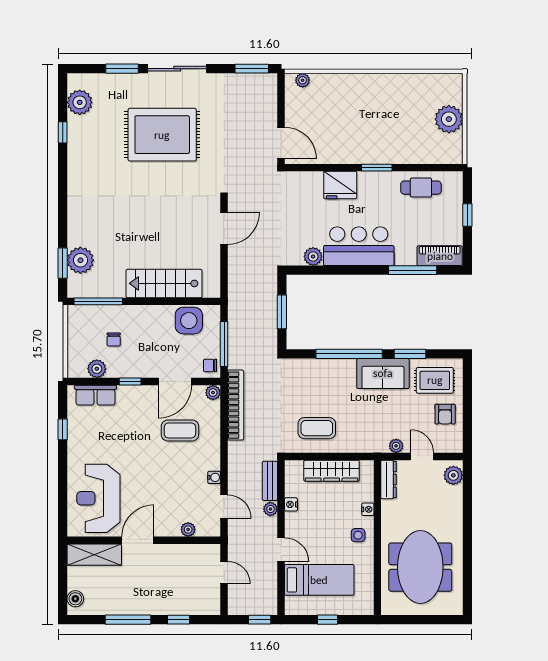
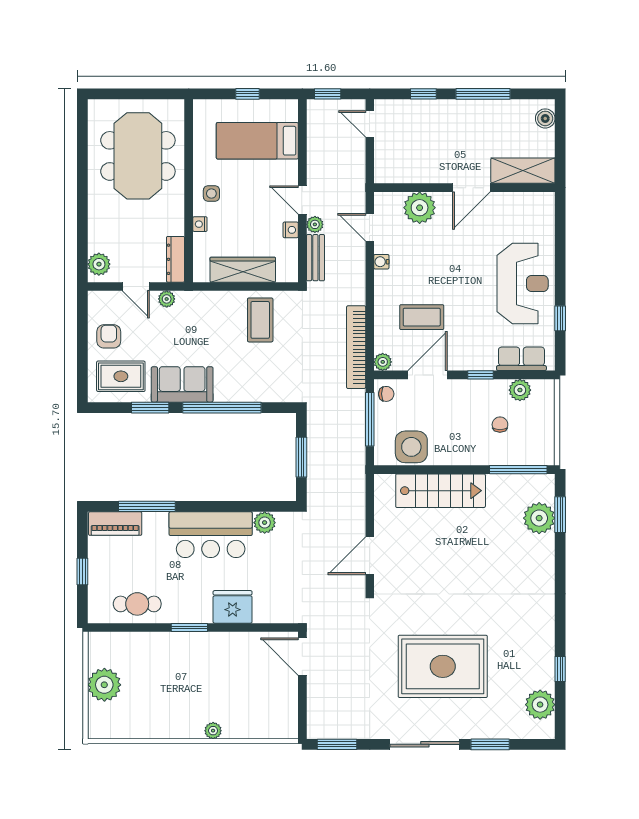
plant: (303, 80) -> (213, 731), moved
coffee table: (317, 428) -> (260, 320), turned 90
reception desk: (98, 498) -> (523, 283), moved
plant: (188, 529) -> (420, 208), width x1.87, depth x1.87
door: (281, 550) -> (302, 200), moved
door: (224, 573) -> (370, 124), moved

